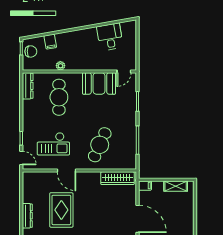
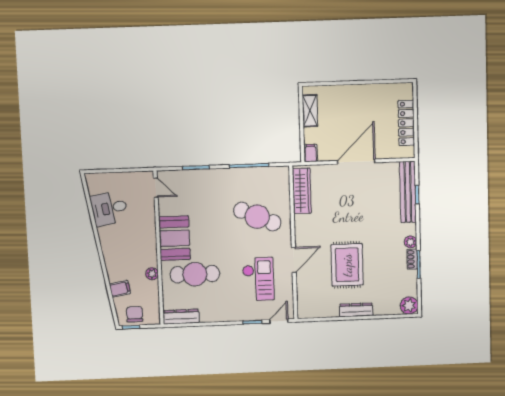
booth: (99, 83) -> (174, 238), moved
rug: (61, 210) -> (347, 265), turned 90

